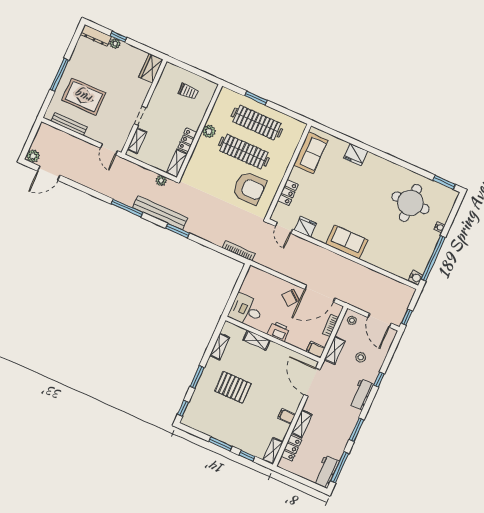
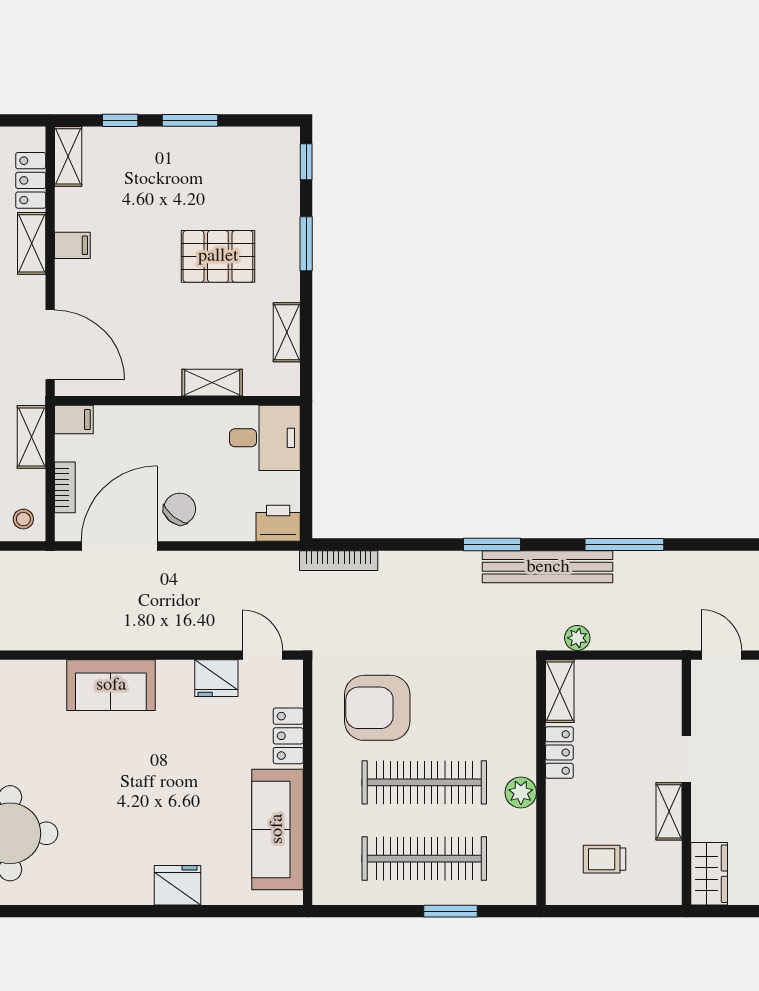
shelving: (137, 141) -> (669, 811), moved
sofa: (311, 153) -> (277, 829), width x1.36
printer: (278, 331) -> (278, 523), moved, turned 180

